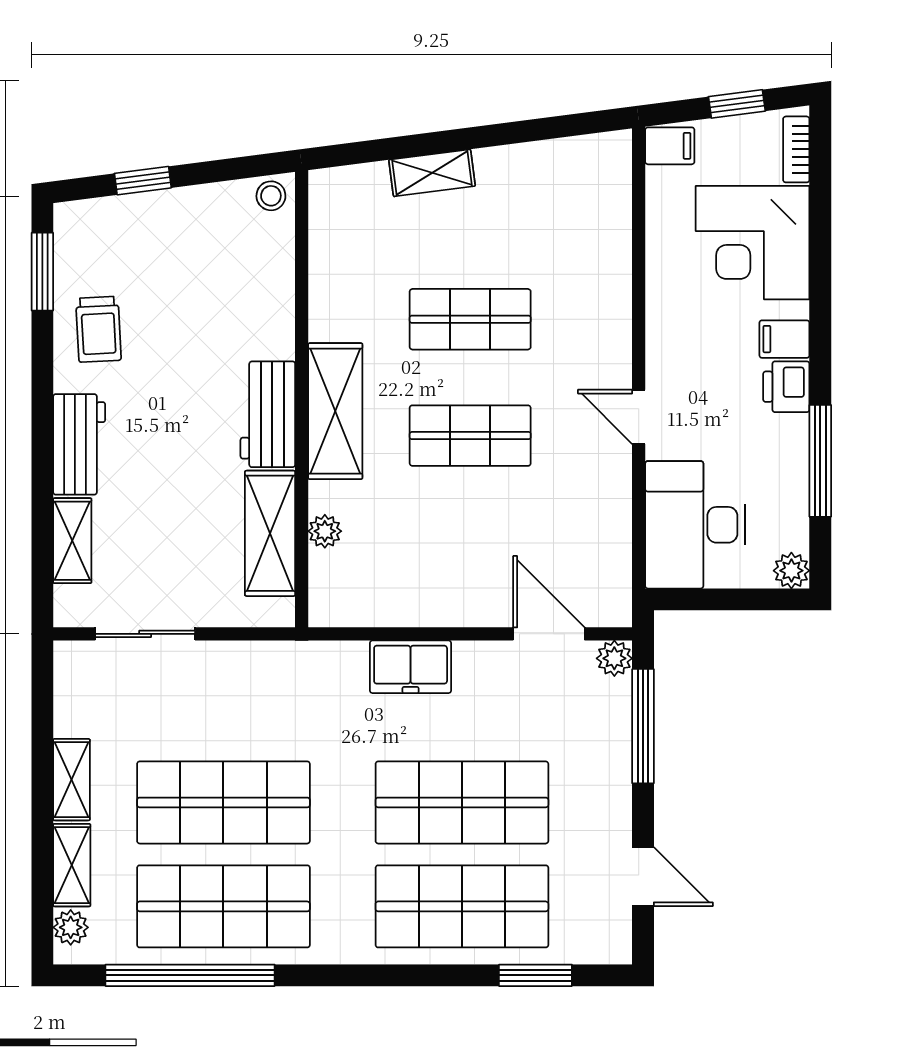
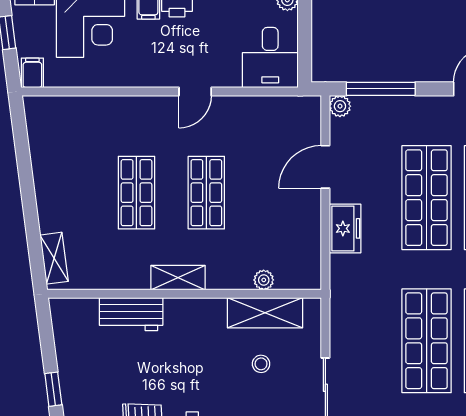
shelving: (432, 173) -> (54, 258), moved
stool: (271, 196) -> (261, 364), moved
shelving: (335, 411) -> (178, 278), width x0.67, depth x0.75
workbench: (268, 414) -> (131, 314), moved
desk: (695, 525) -> (270, 58), width x0.73
door: (549, 634) -> (325, 167), moved

